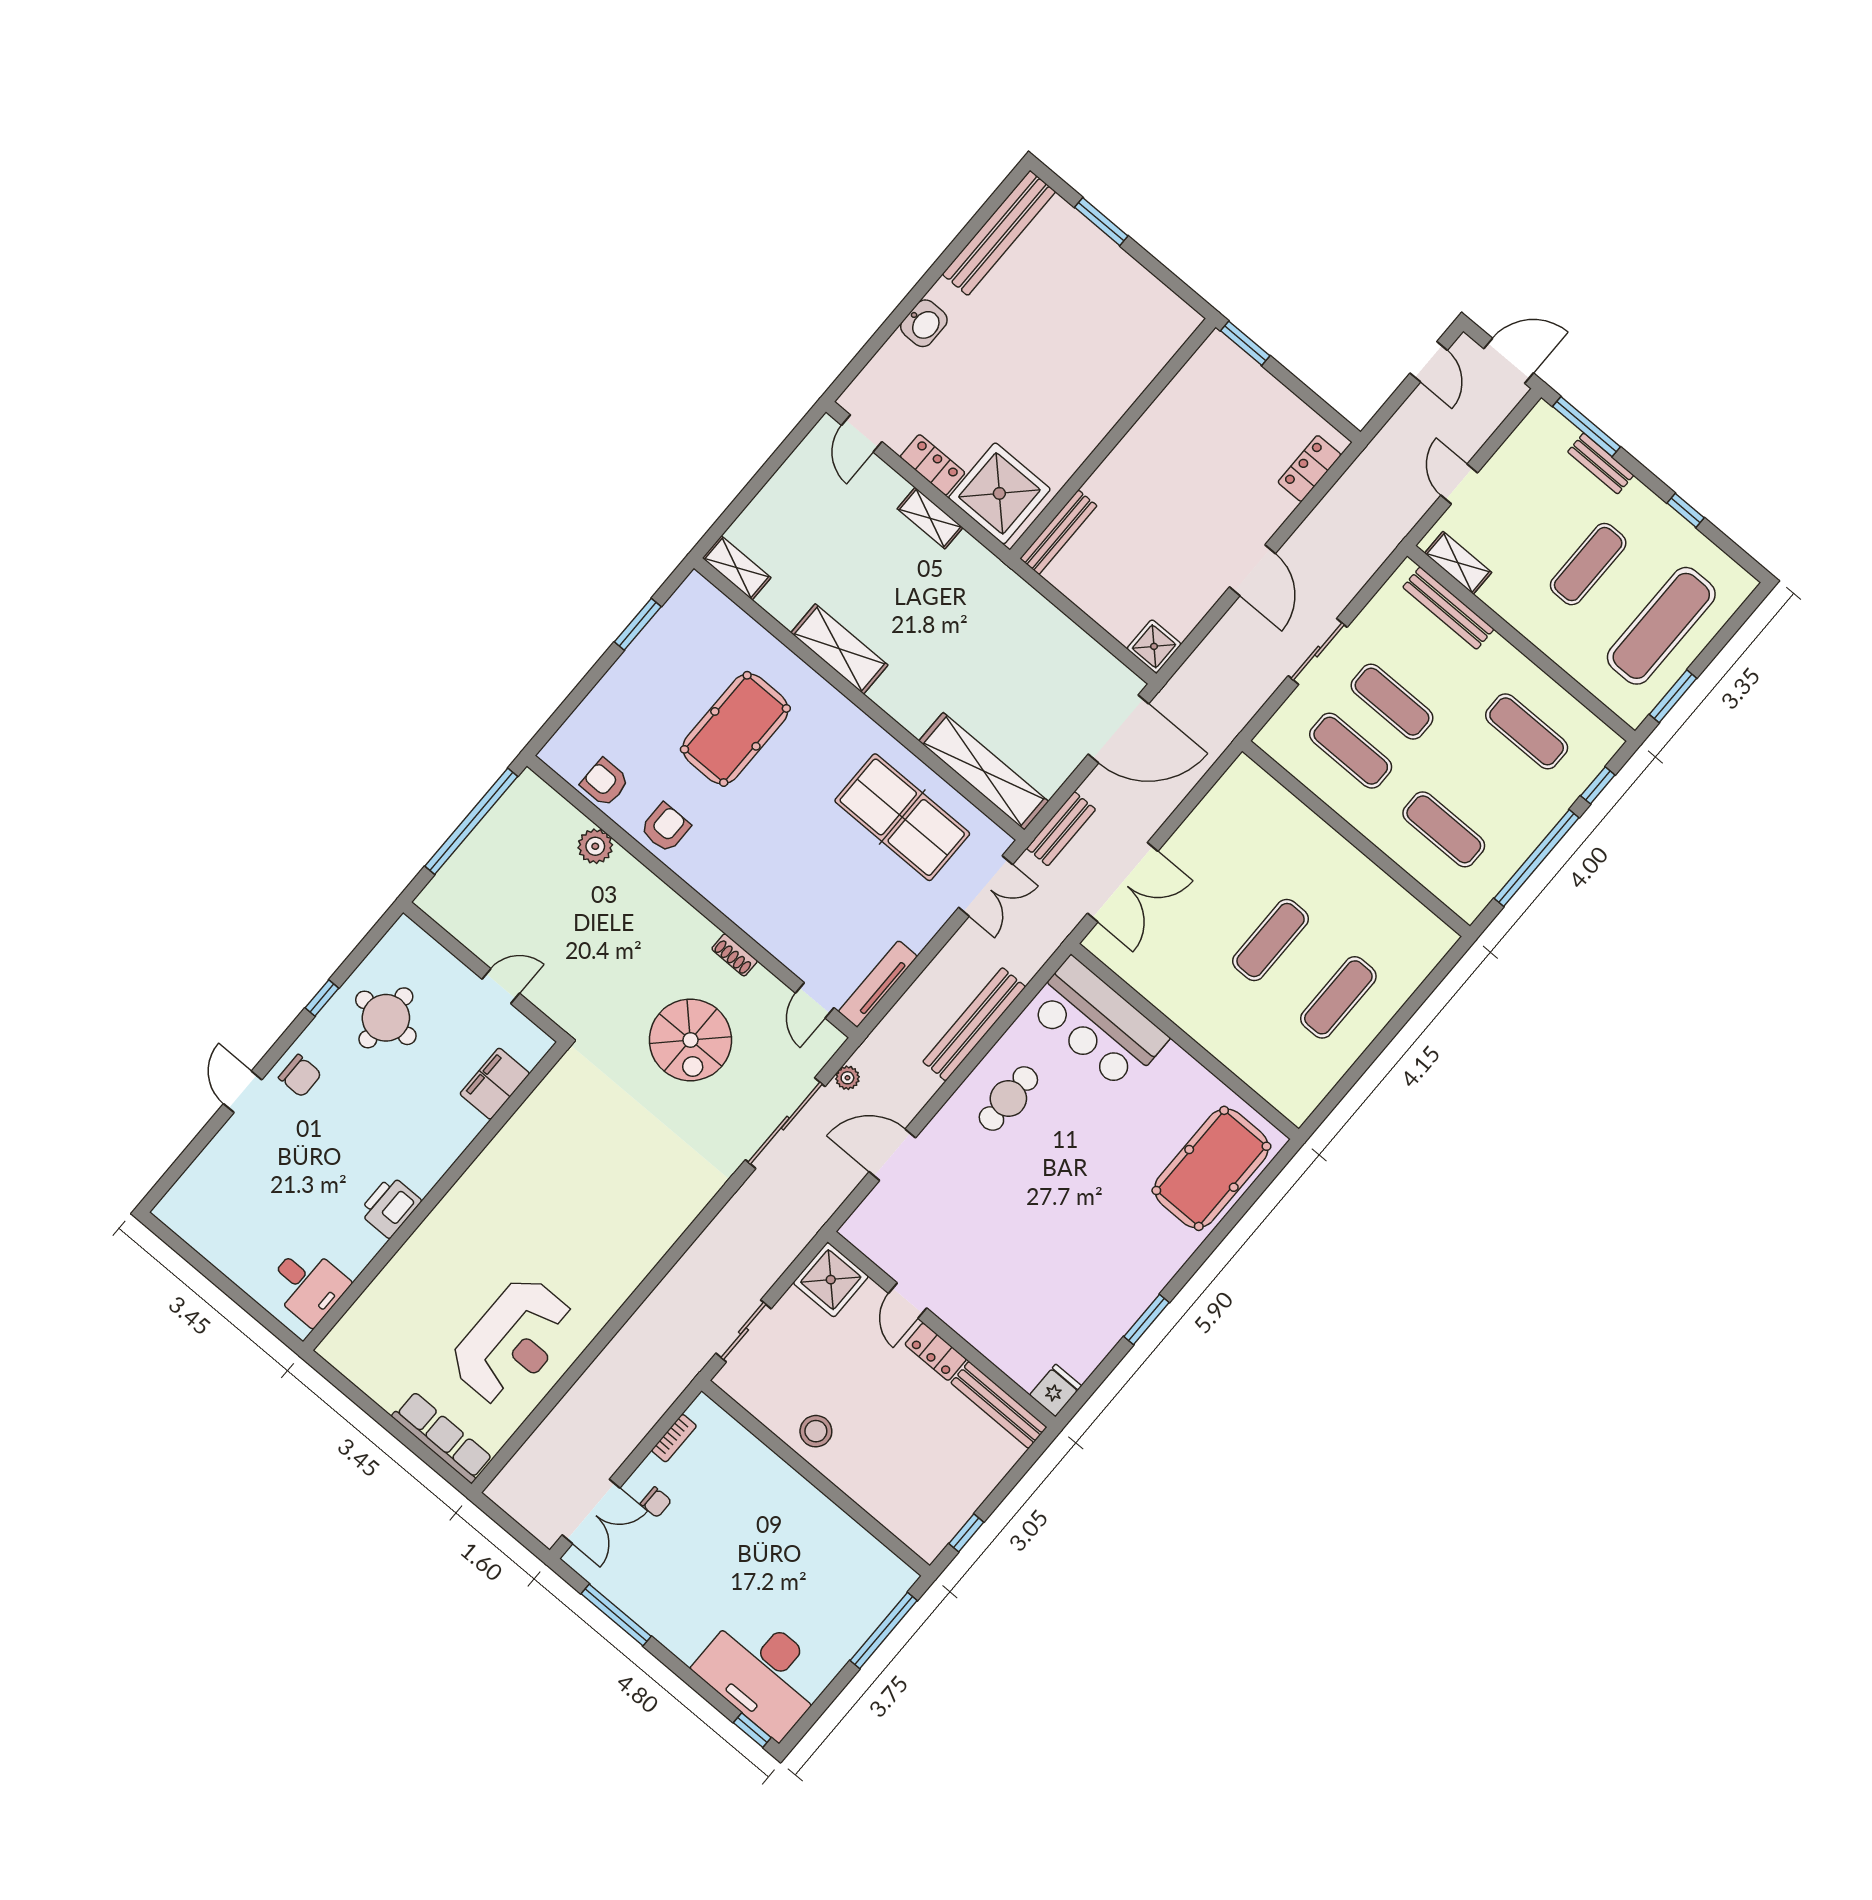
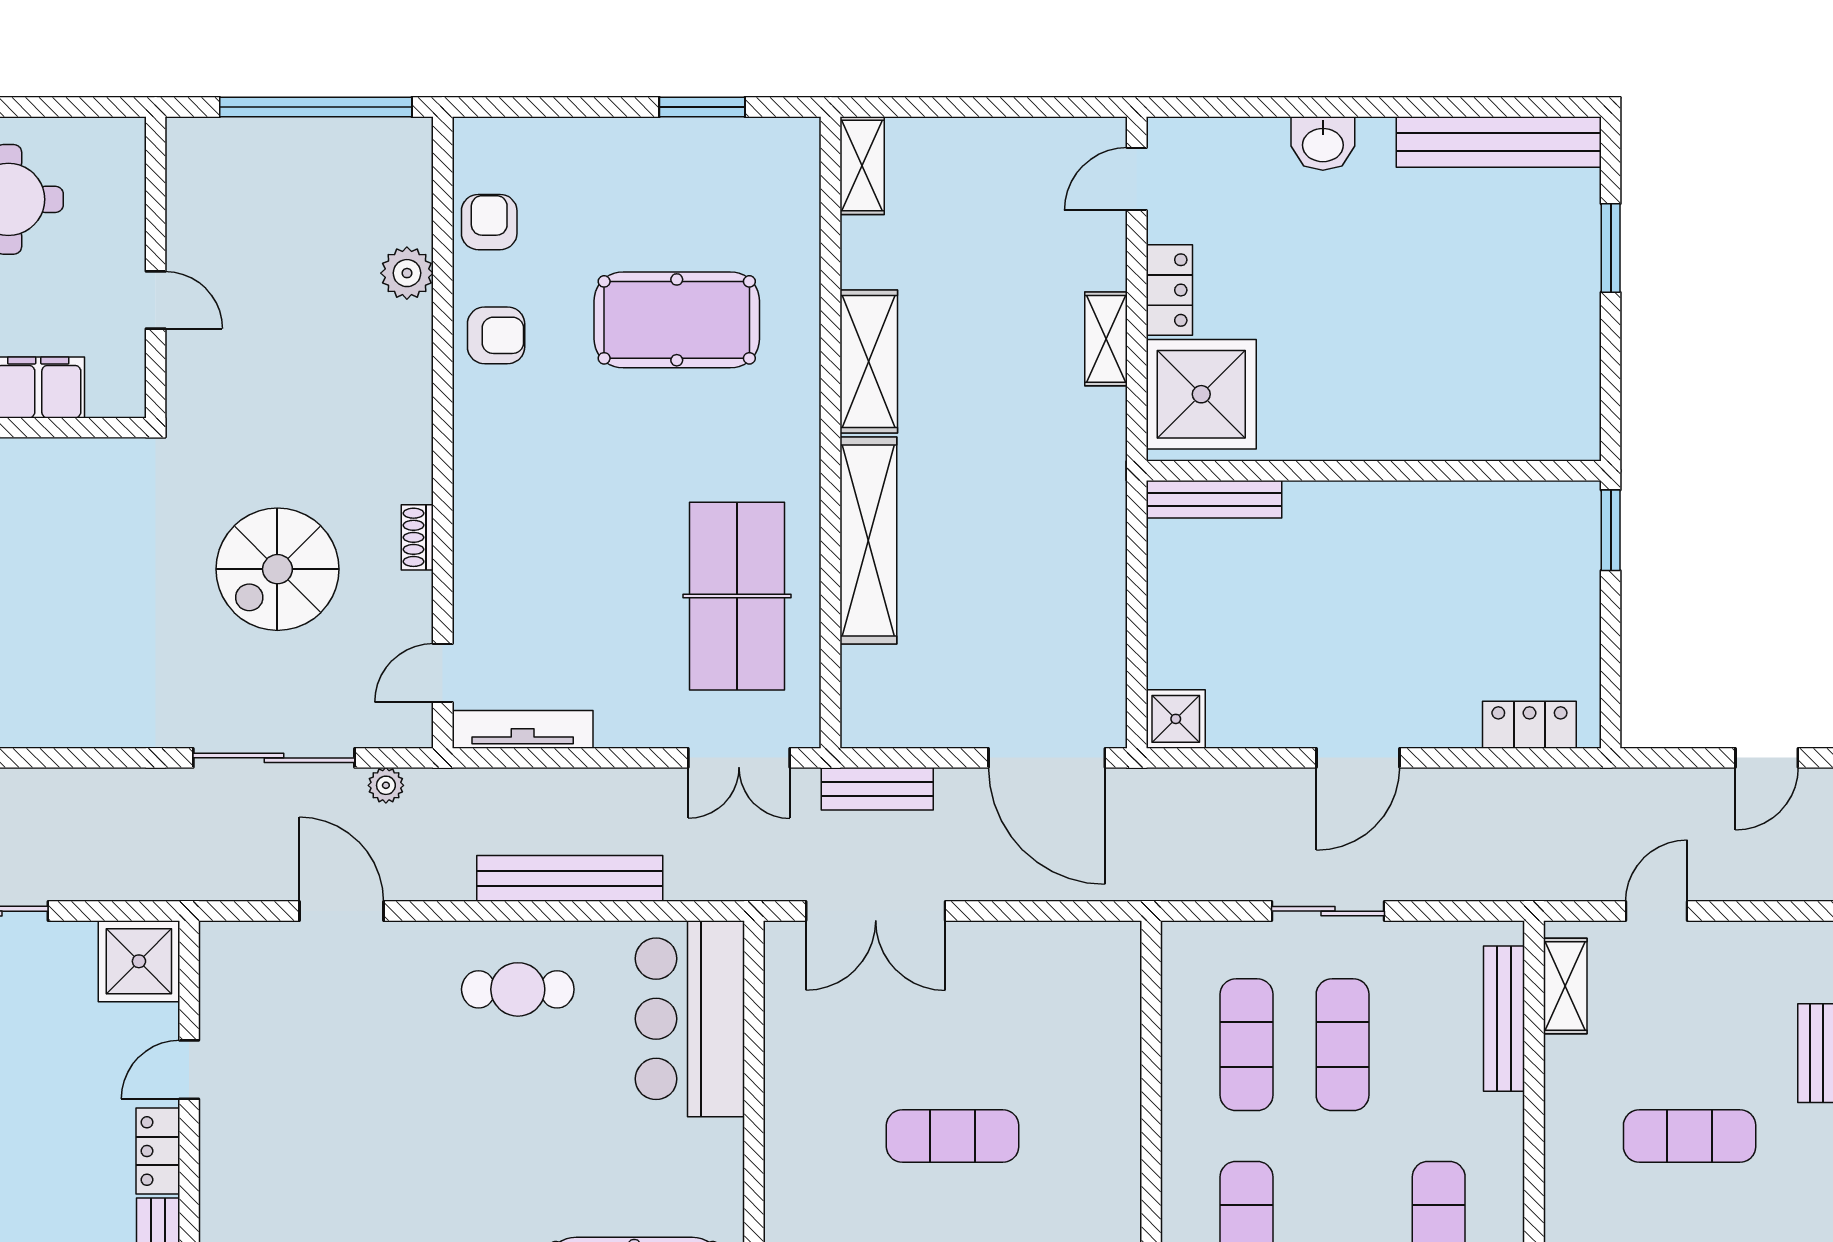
shelving: (984, 771) -> (868, 541), moved

